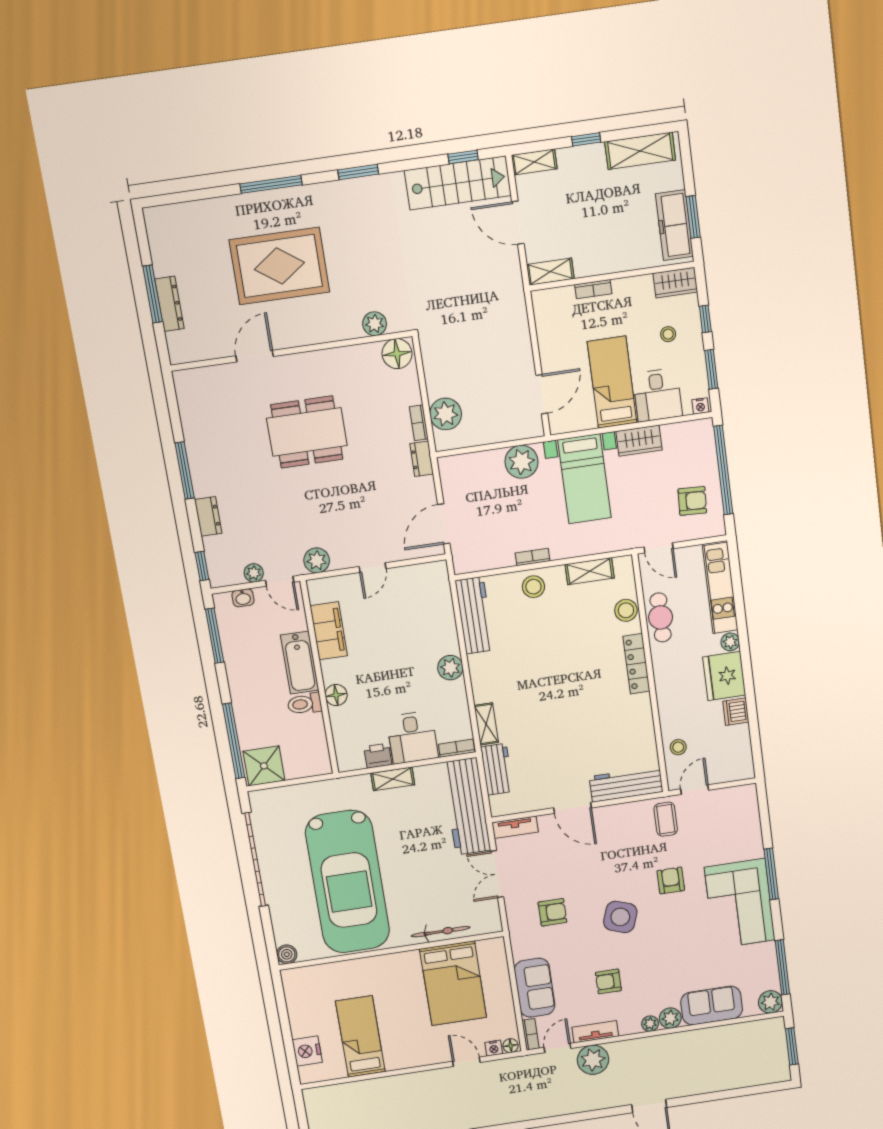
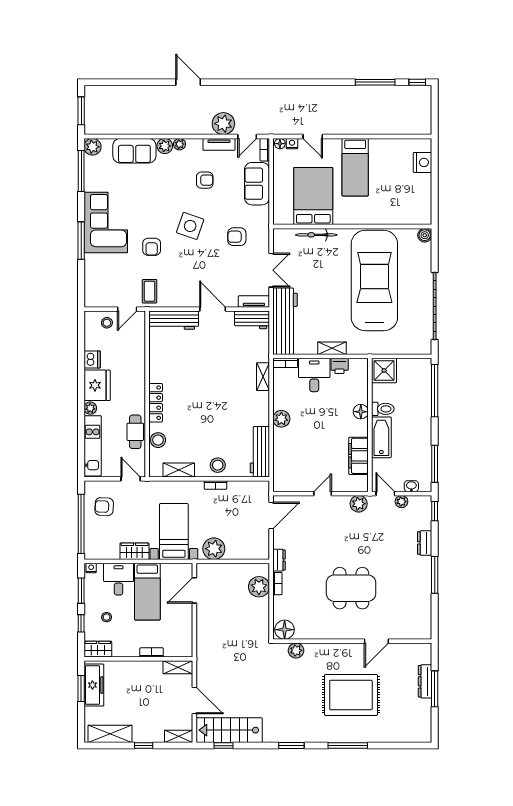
stool: (678, 747) -> (107, 323), moved
shower: (264, 766) -> (384, 370), moved
workbench: (497, 769) -> (252, 320), moved, turned -90
bed: (360, 1036) -> (355, 167), moved

